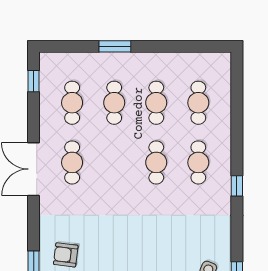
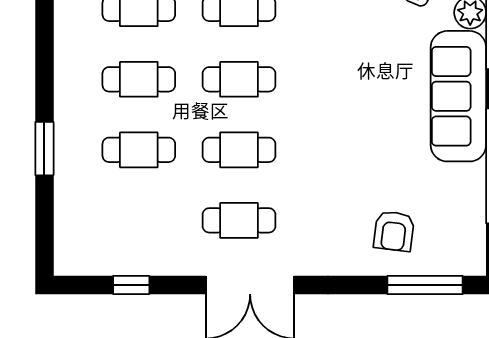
window: (34, 81) -> (131, 285), moved
cafe table: (72, 103) -> (239, 150), moved

